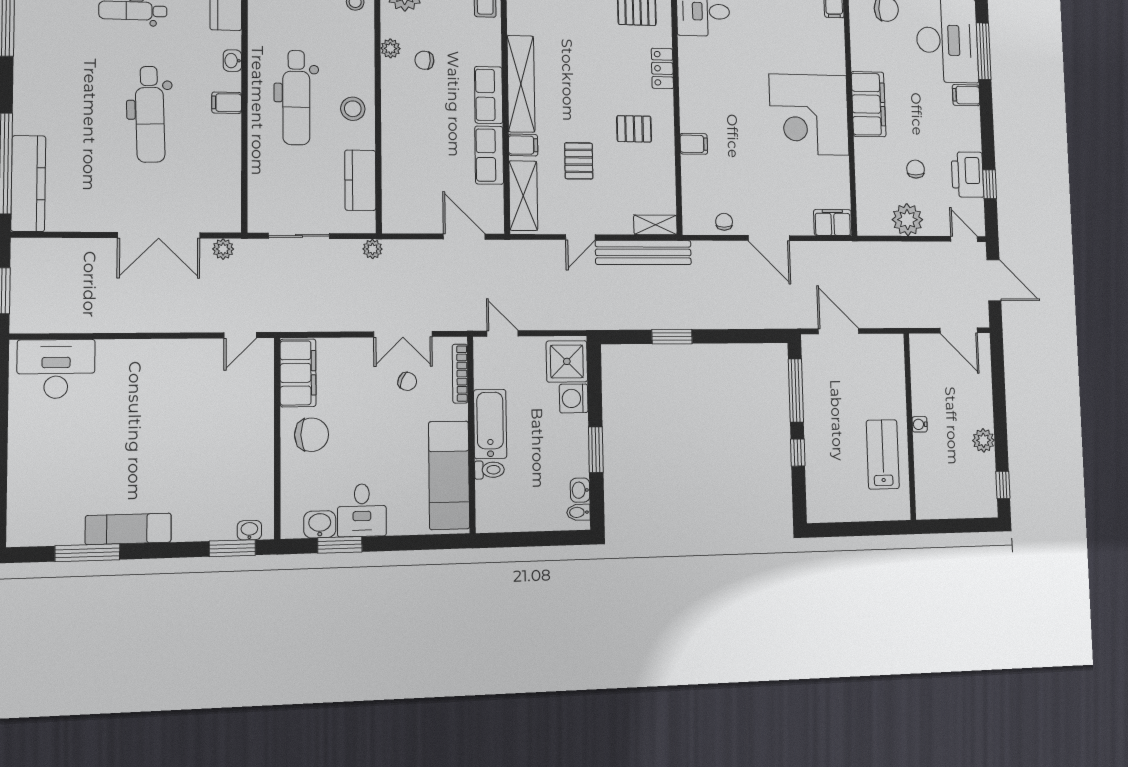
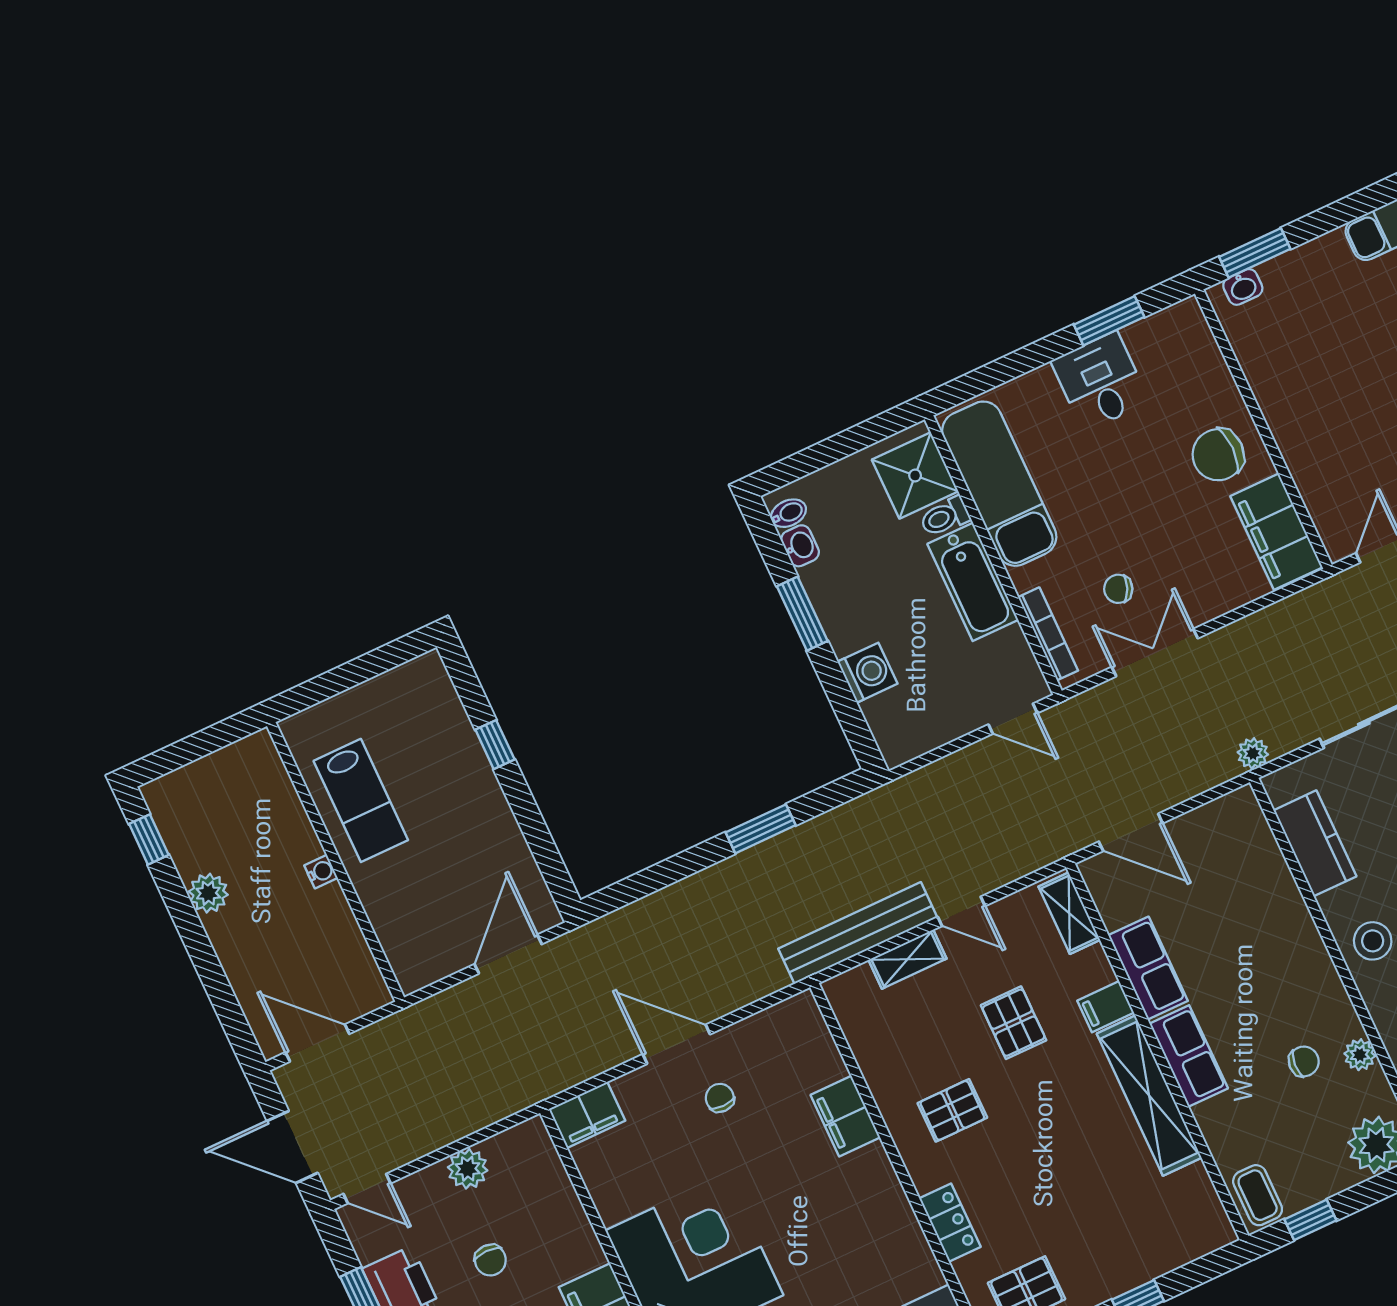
filing cabinet: (694, 144) -> (845, 1116), width x2.00
shelving: (523, 196) -> (1069, 913), width x0.67, depth x0.75
plant: (907, 220) -> (468, 1169), width x0.73, depth x0.73
chair: (724, 222) -> (720, 1098), moved, turned 180
shelving: (655, 225) -> (908, 959), moved
door: (580, 237) -> (961, 911), swing flipped
door: (839, 331) -> (508, 954), swing flipped
shower: (567, 361) -> (915, 475), moved
window: (796, 390) -> (537, 835), removed
washbasin: (320, 524) -> (1150, 337), removed

